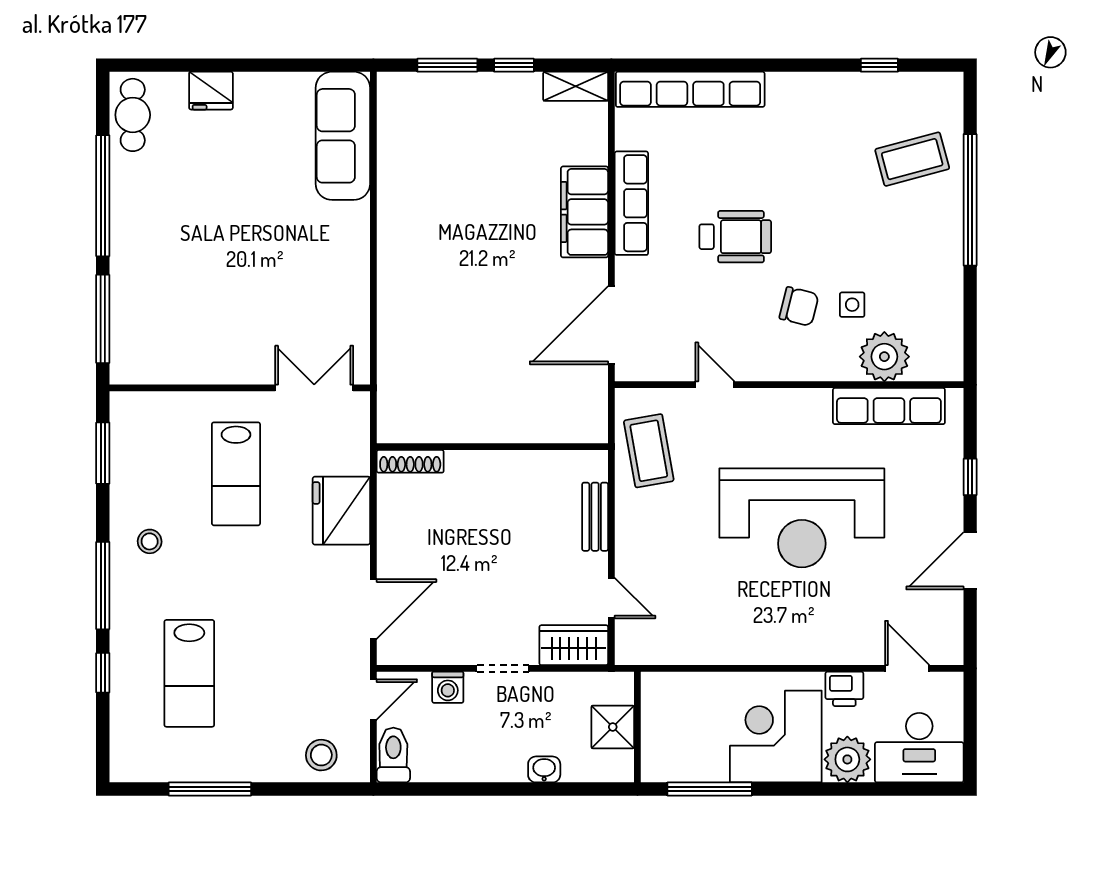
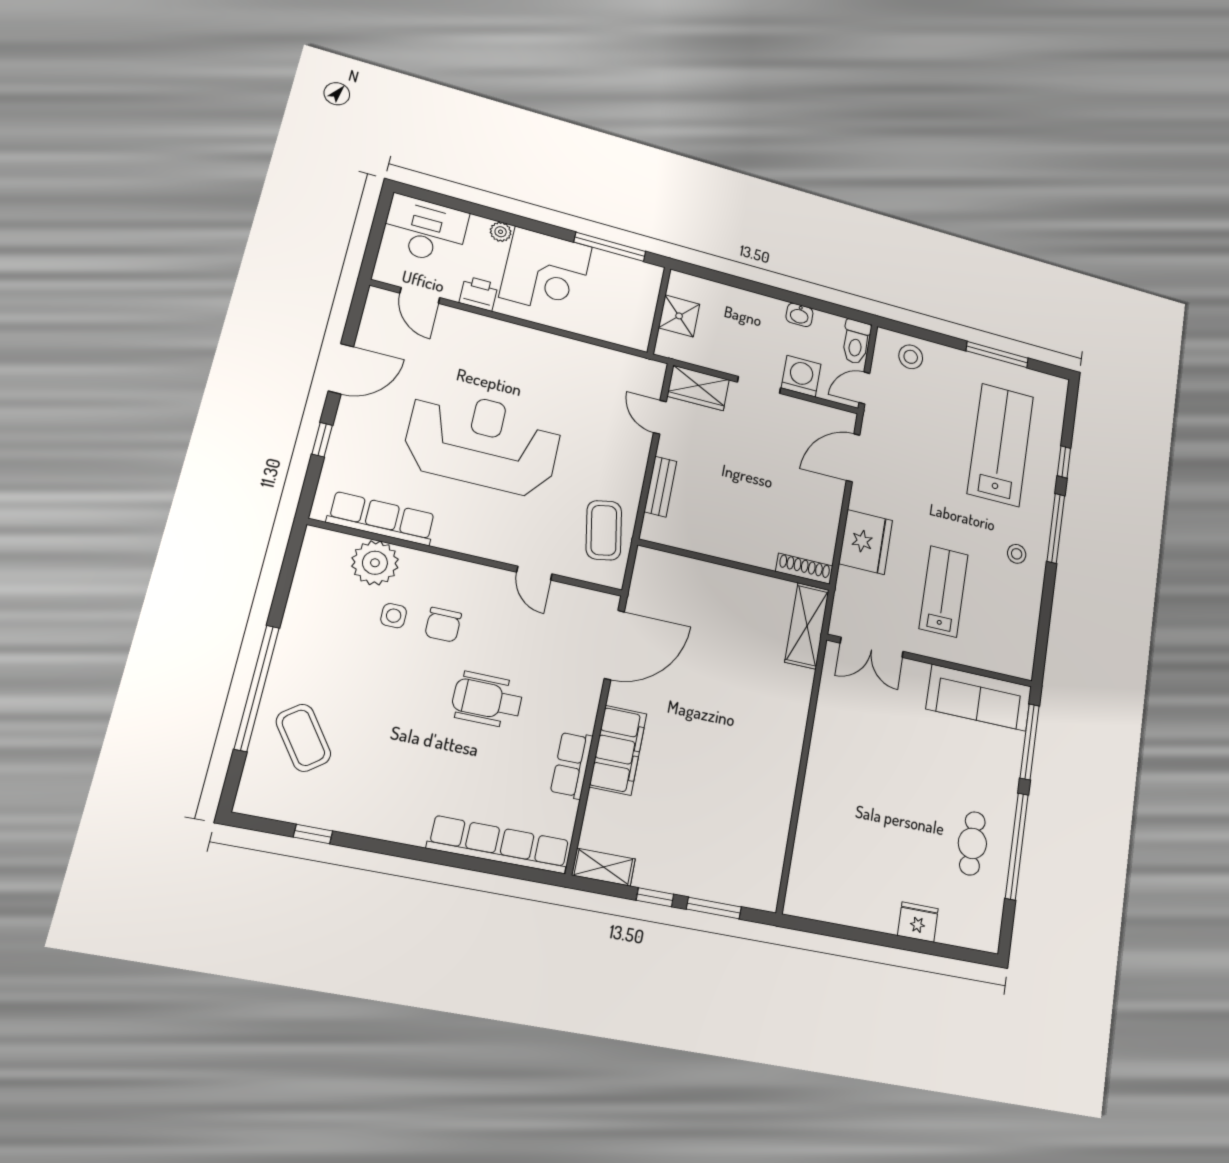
cafe table: (133, 115) -> (972, 843), moved
sofa: (343, 136) -> (979, 698), moved, turned 90
coffee table: (912, 159) -> (303, 738), turned 69
row of seats: (631, 203) -> (572, 765), width x0.68
chair: (799, 306) -> (443, 625), turned -104
shelving: (396, 396) -> (807, 626), added
window: (103, 453) -> (1043, 632), removed
lab bench: (189, 673) -> (1000, 445), width x1.36, depth x1.39
washing machine: (448, 687) -> (801, 376), width x1.38, depth x1.38
plant: (847, 759) -> (501, 232), width x0.53, depth x0.53
washbasin: (544, 769) -> (799, 315), moved

